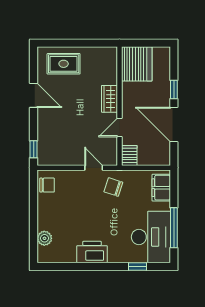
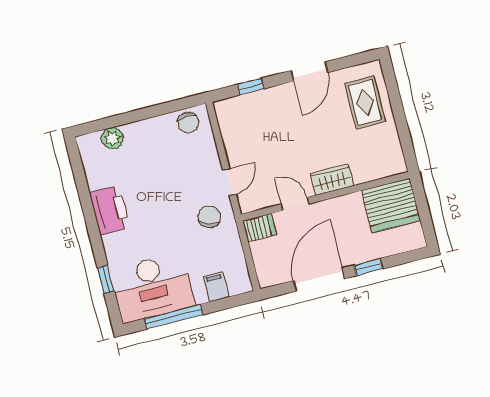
window: (34, 149) -> (251, 86), moved
filing cabinet: (161, 188) -> (216, 287), width x0.50

